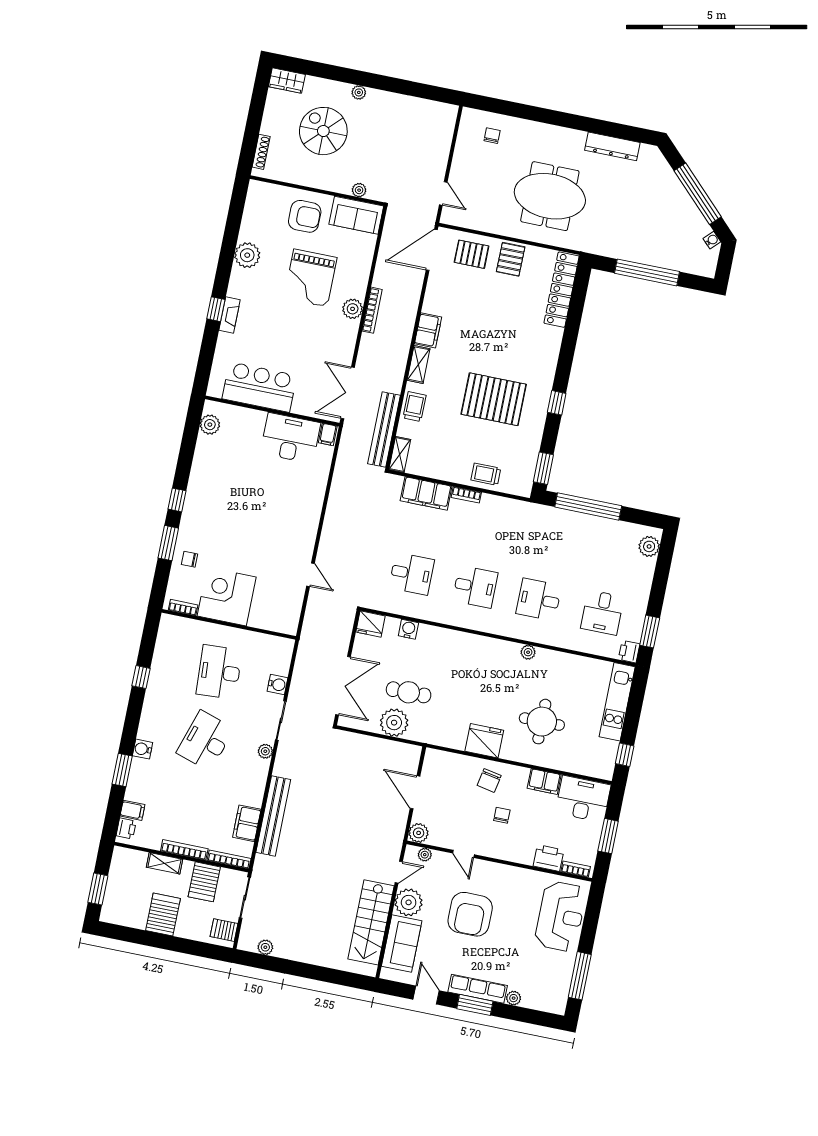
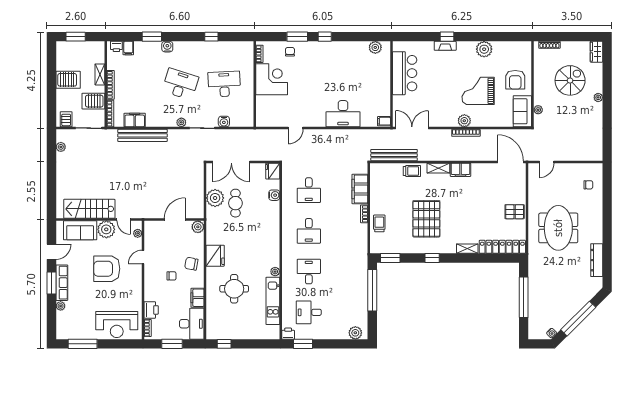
pallet: (472, 254) -> (513, 187), removed
desk: (290, 438) -> (343, 114), moved, turned 90
shelving: (400, 454) -> (467, 249), moved
kitchen unit: (617, 702) -> (273, 301), moved, turned -90
plant: (419, 833) -> (198, 227), moved

